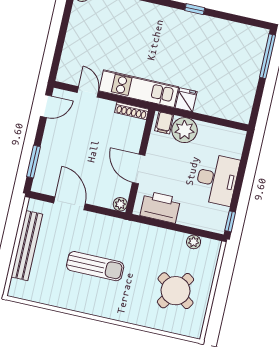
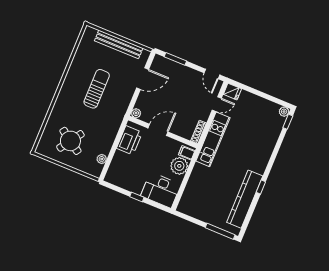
kitchen counter: (216, 29) -> (245, 199), added
fridge: (186, 100) -> (232, 92), moved
desk: (217, 179) -> (161, 190), moved
window: (230, 221) -> (137, 197), moved
sun lounger: (95, 266) -> (97, 89), turned 180

